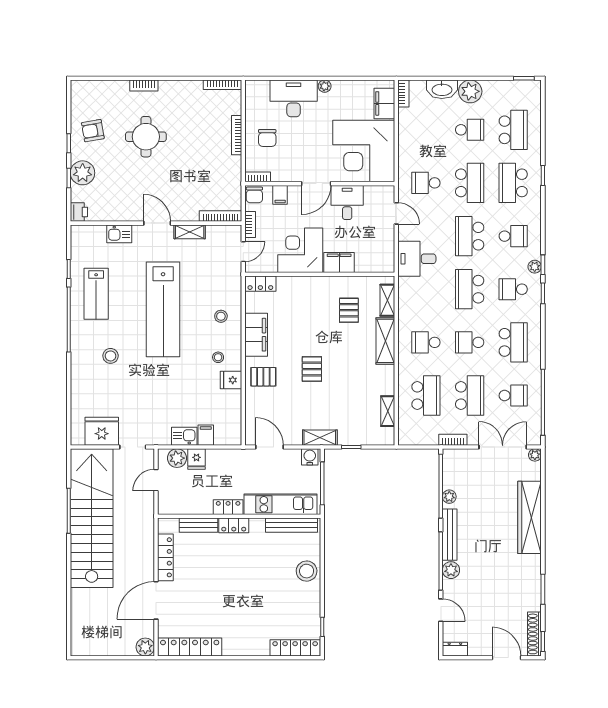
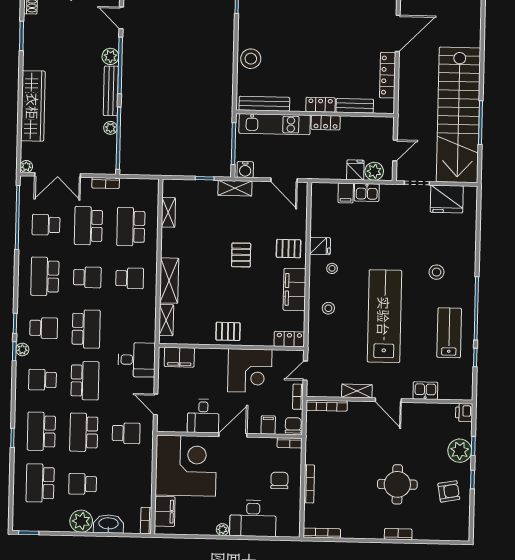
school desk: (513, 183) -> (41, 431), turned 180
filing cabinet: (339, 262) -> (179, 357), moved
pallet: (349, 310) -> (228, 331), moved, turned 90

